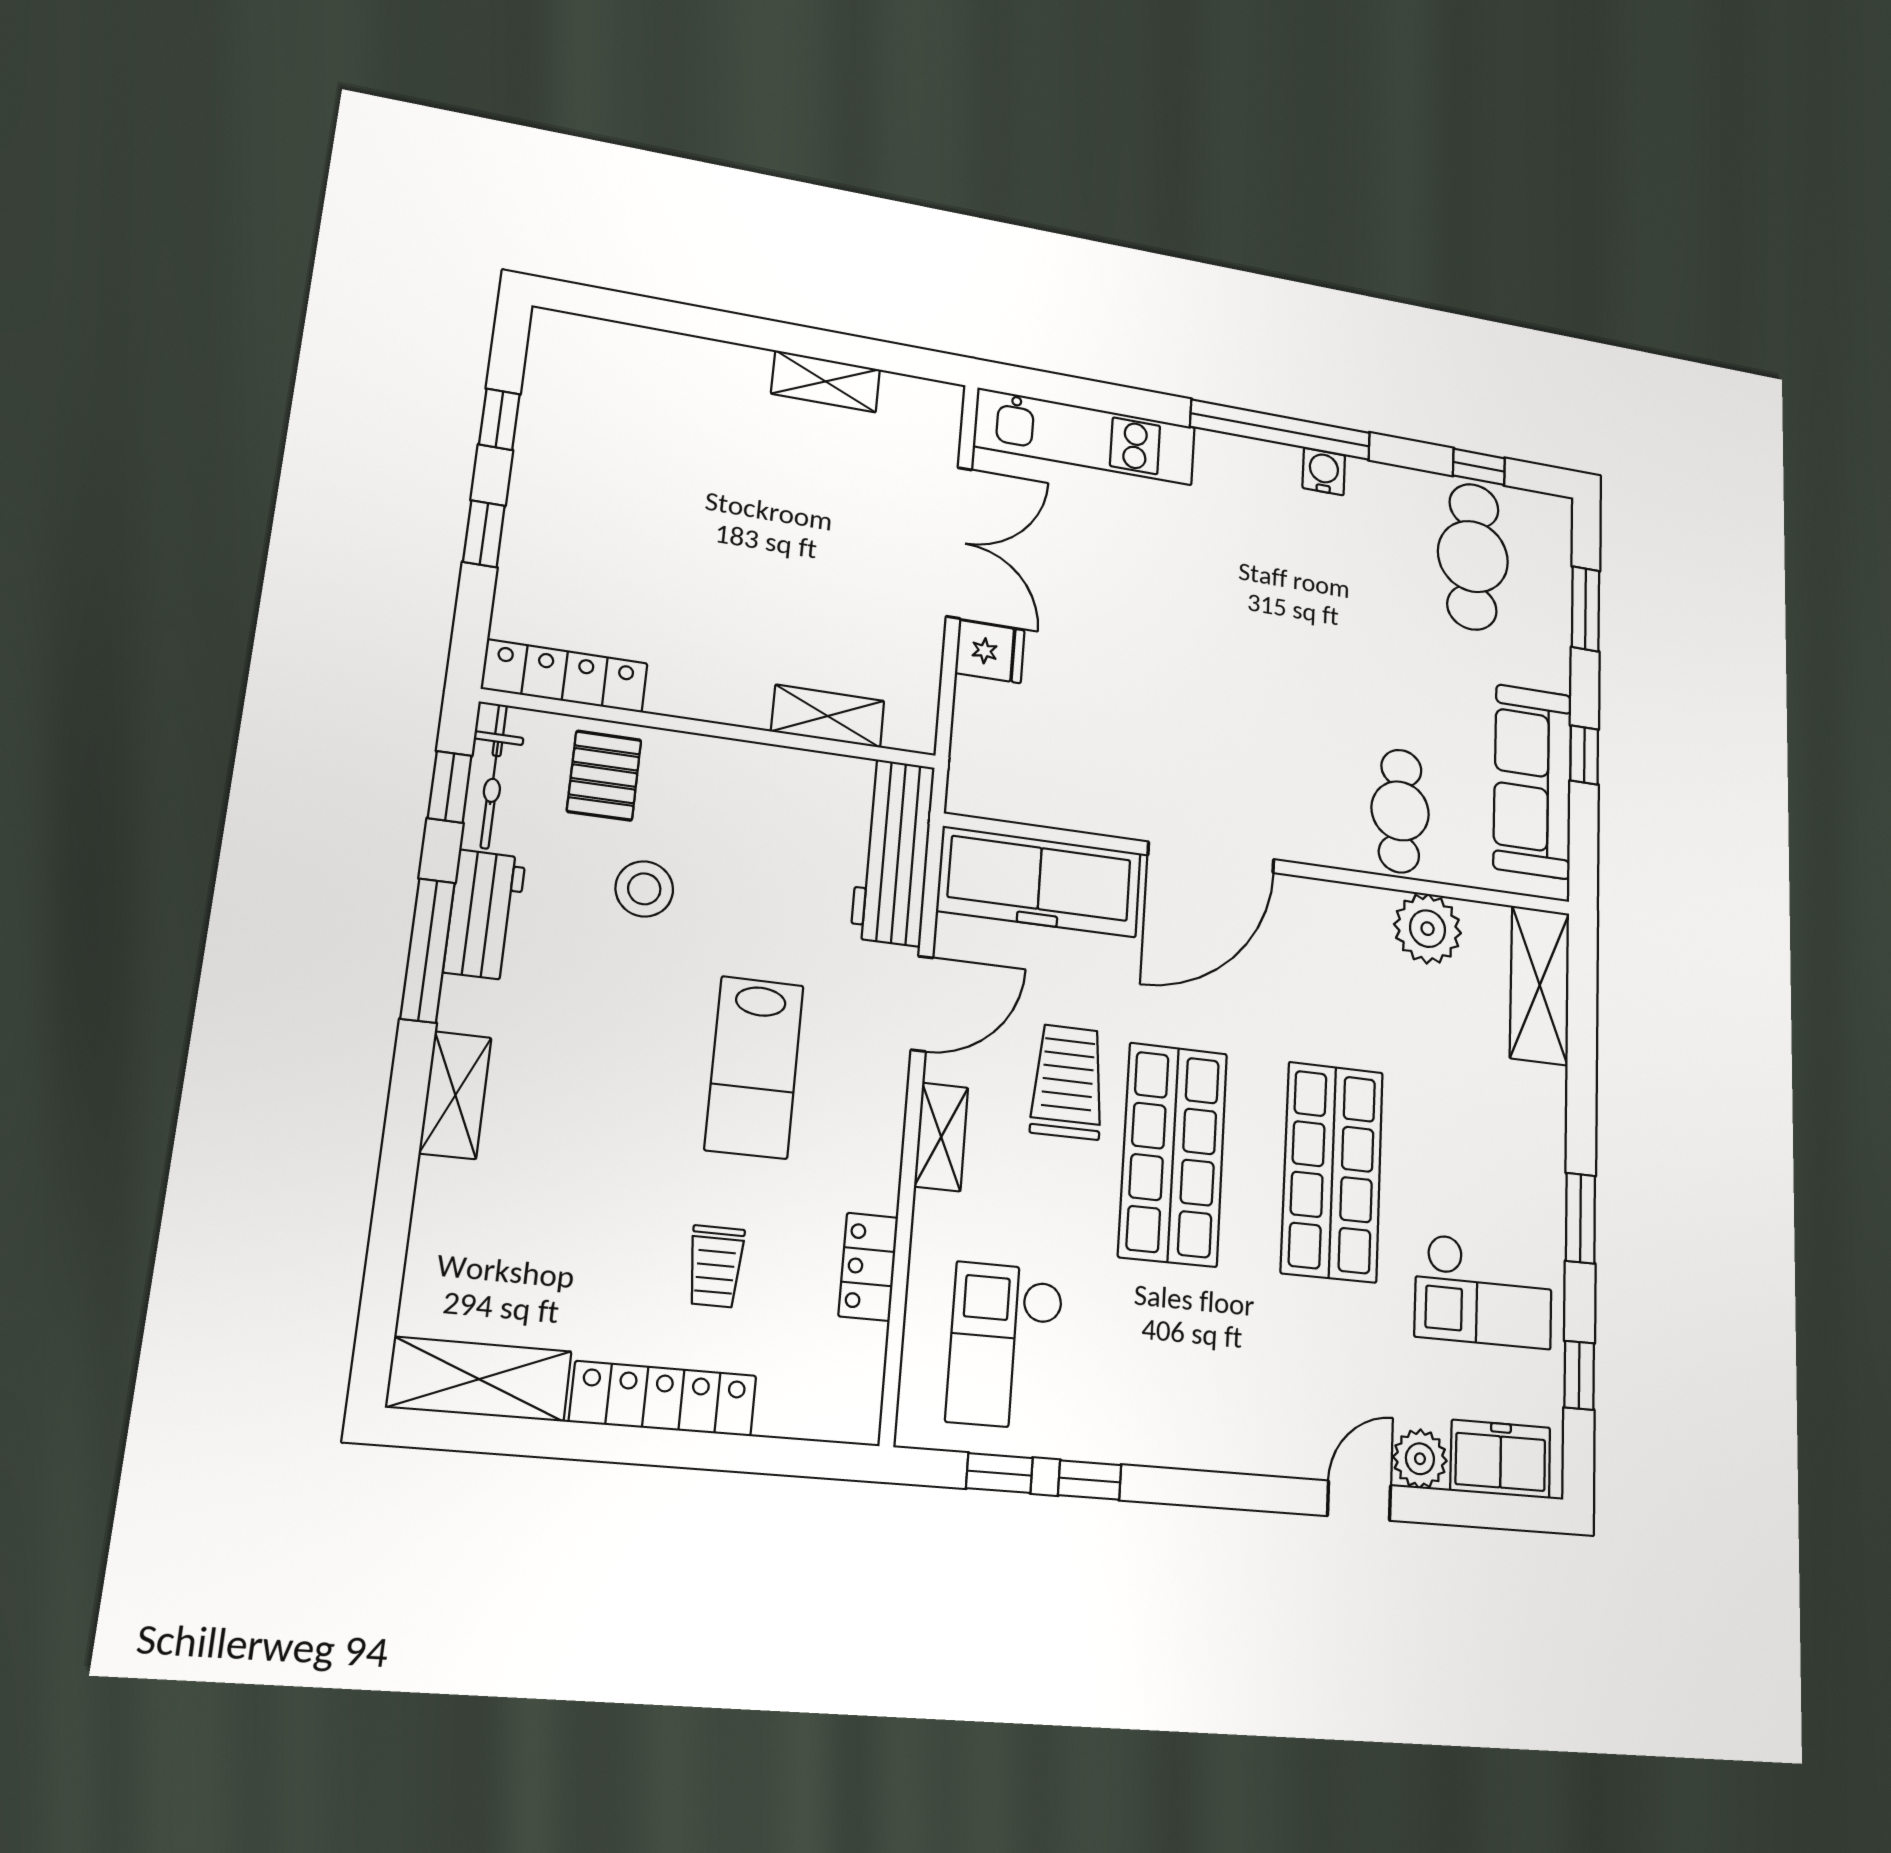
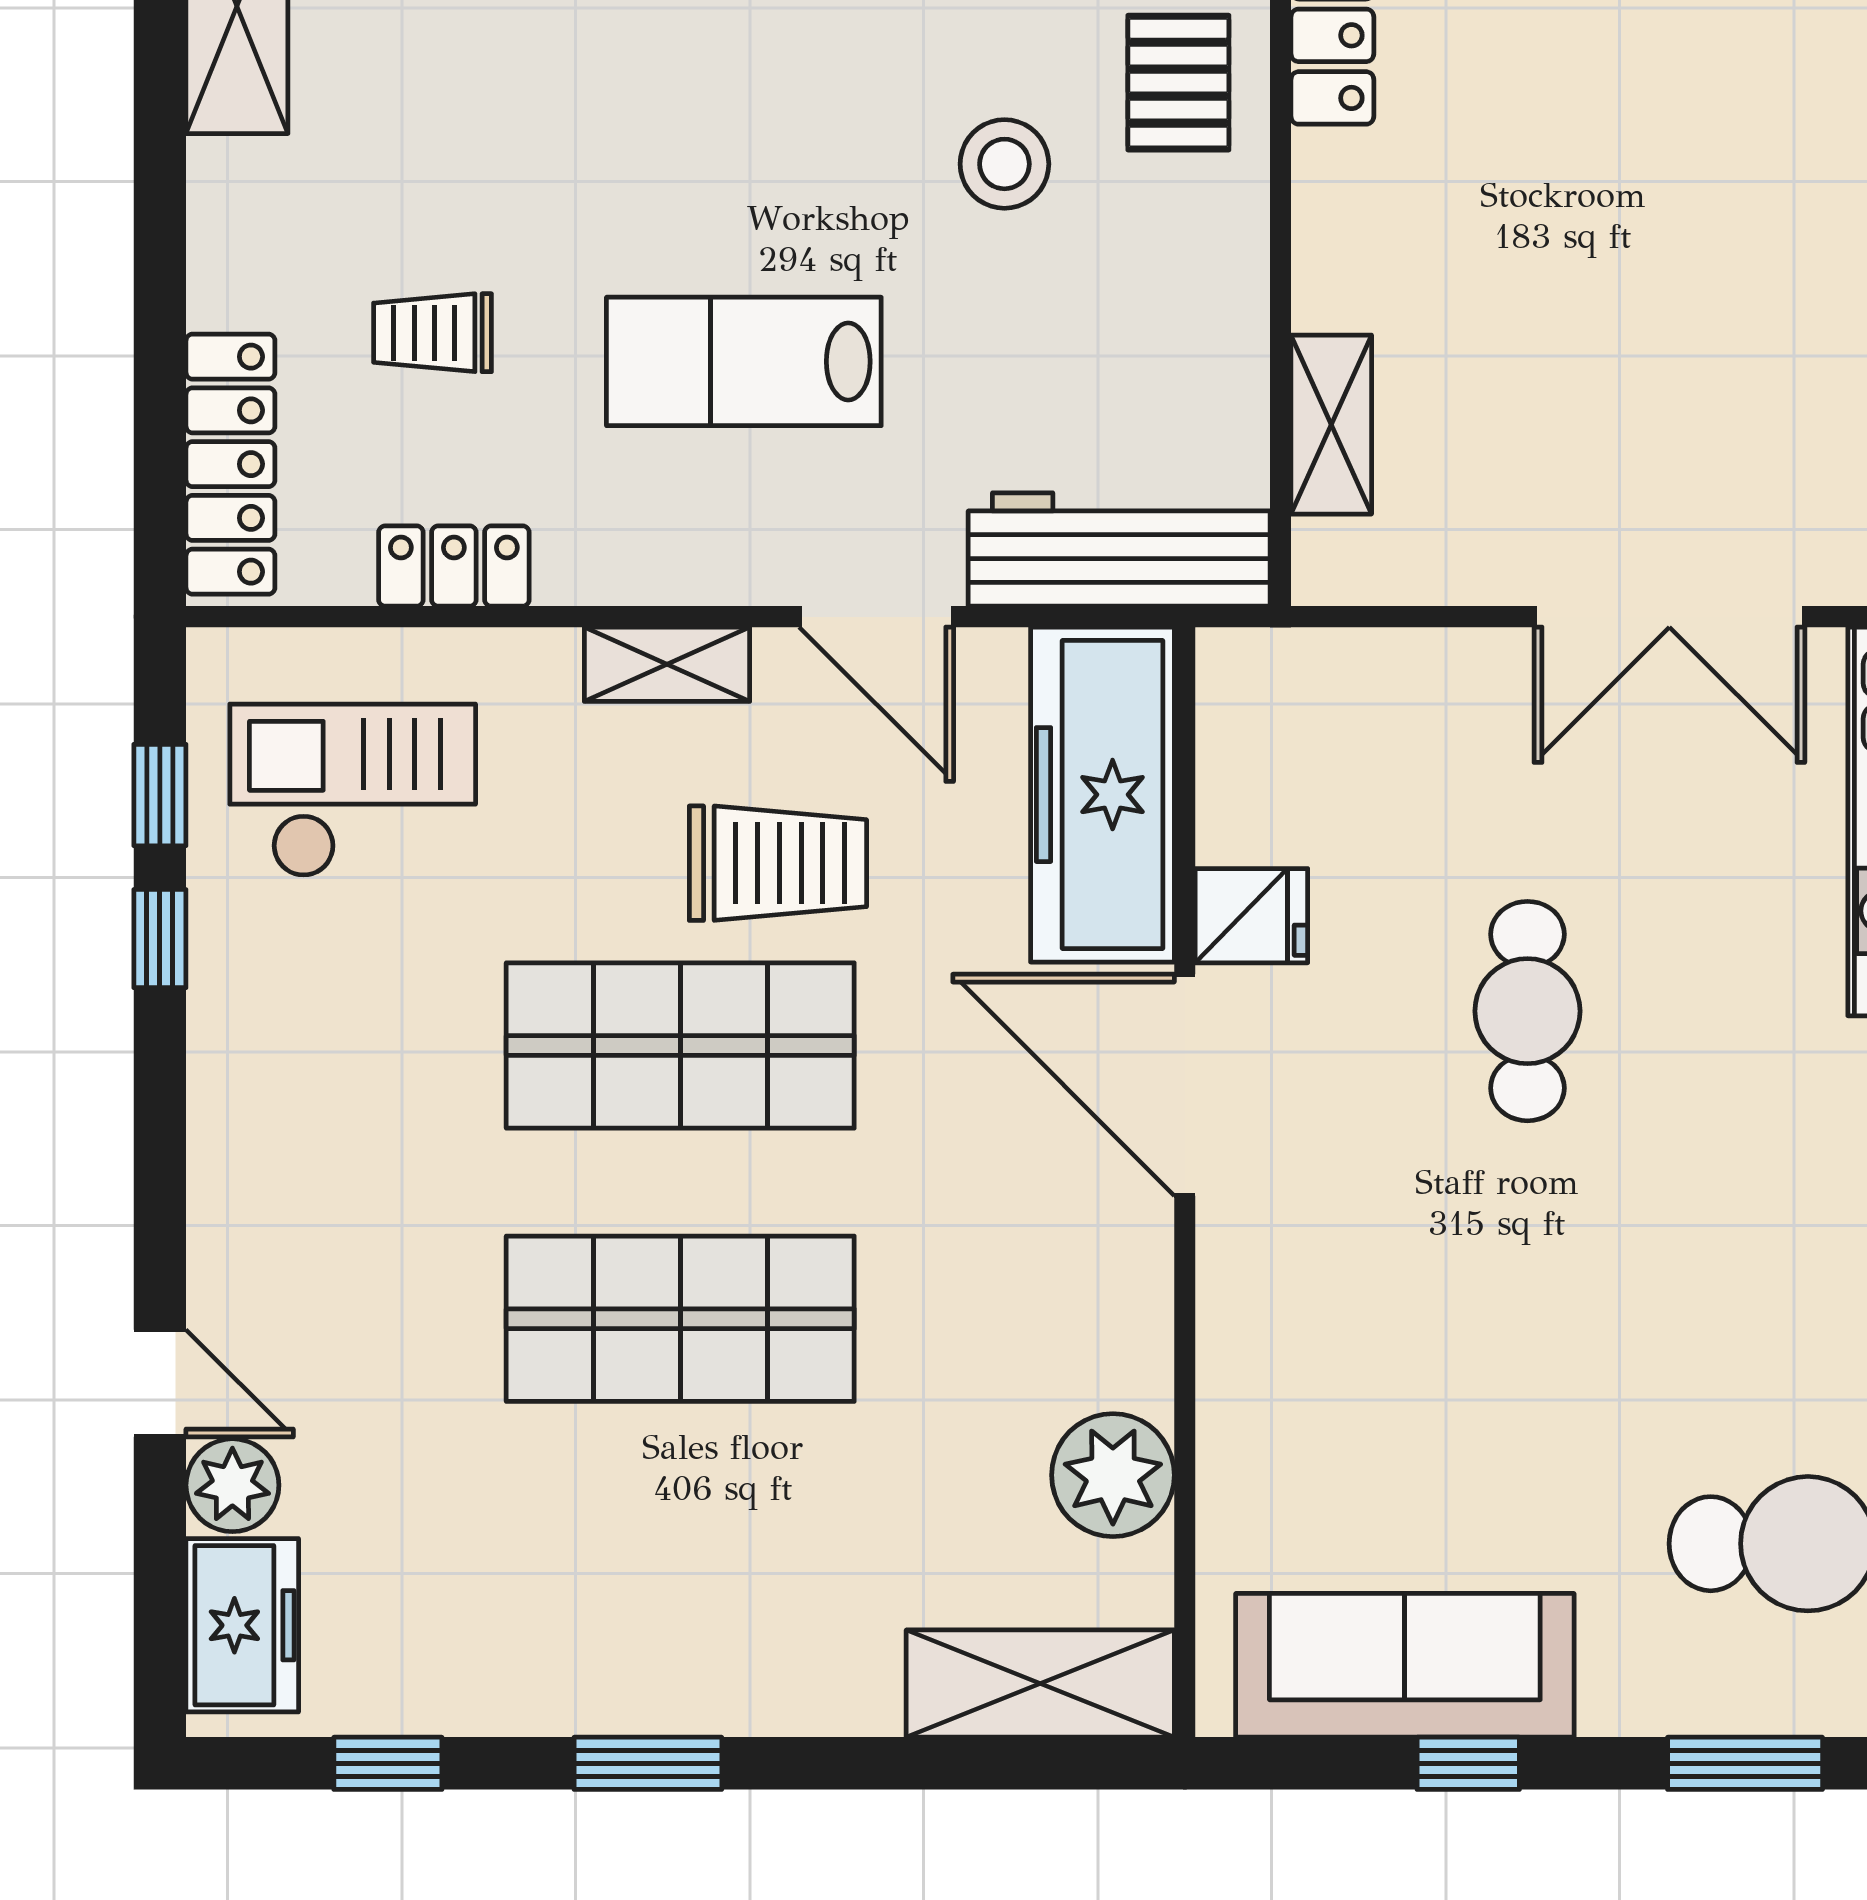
fridge: (990, 652) -> (1251, 916), moved, turned -90
pallet: (604, 776) -> (1178, 83), turned 90
cafe table: (1400, 811) -> (1527, 1011), moved, turned 90
checkout: (1484, 1291) -> (510, 1590), removed
locker: (663, 1399) -> (230, 464), moved

